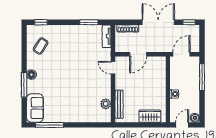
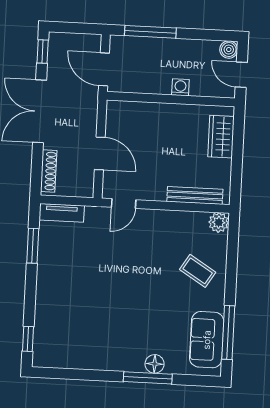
coffee table: (41, 46) -> (198, 271), moved
floor lamp: (31, 75) -> (155, 364), moved
plant: (106, 104) -> (219, 222), moved
sofa: (35, 108) -> (207, 340), moved, turned -90

